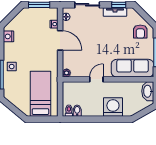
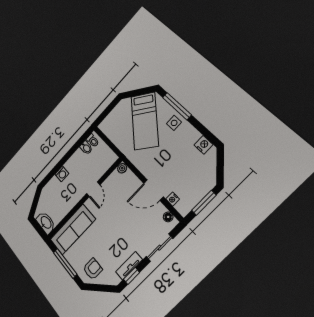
armchair: (140, 32) -> (93, 269), turned 90
bed: (40, 94) -> (145, 121), moved, turned 39
washing machine: (113, 107) -> (62, 174), width x0.53, depth x0.53

